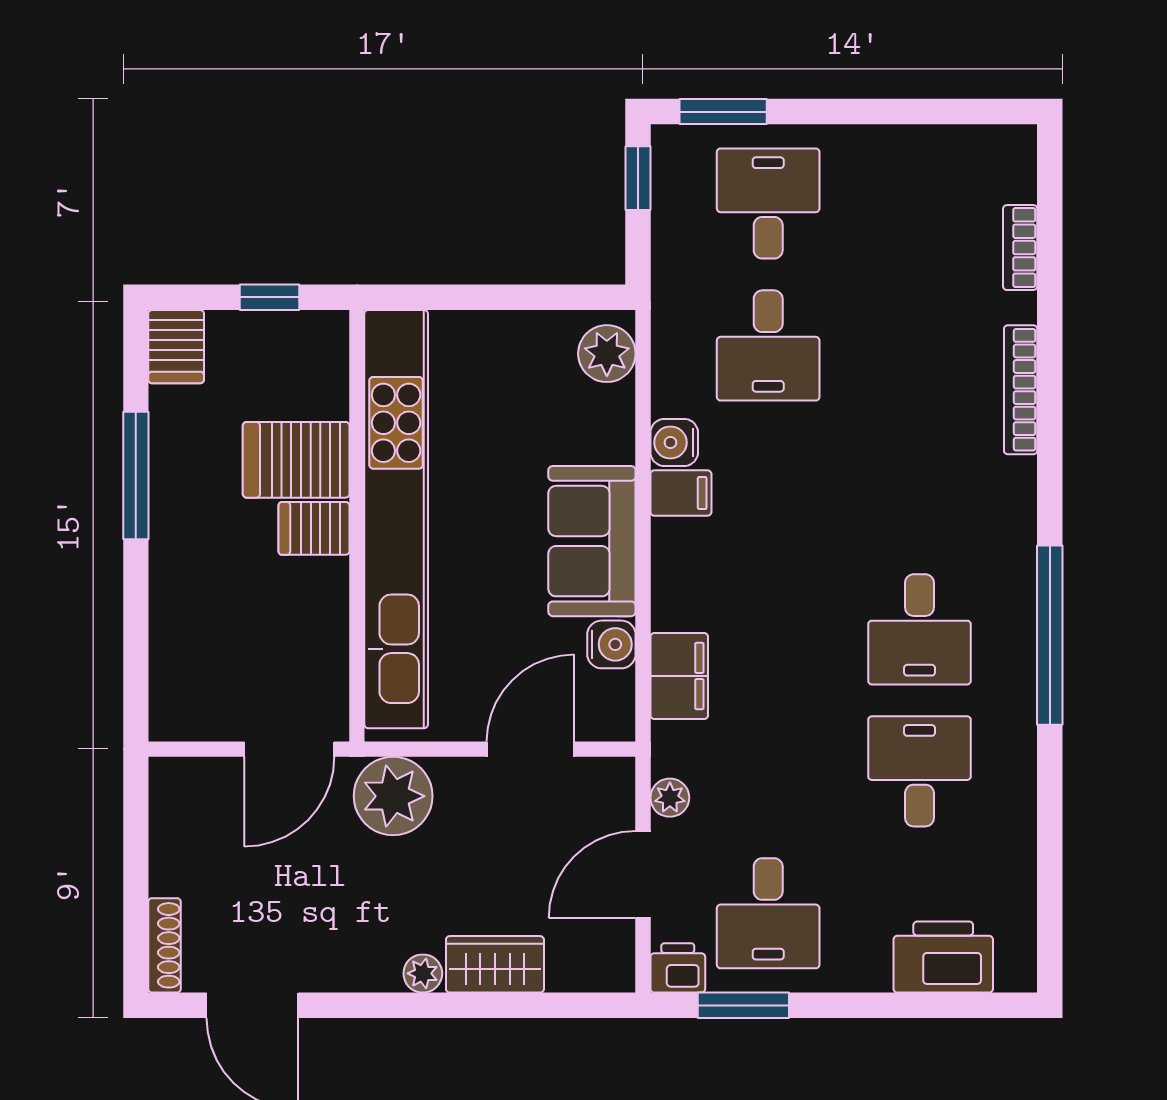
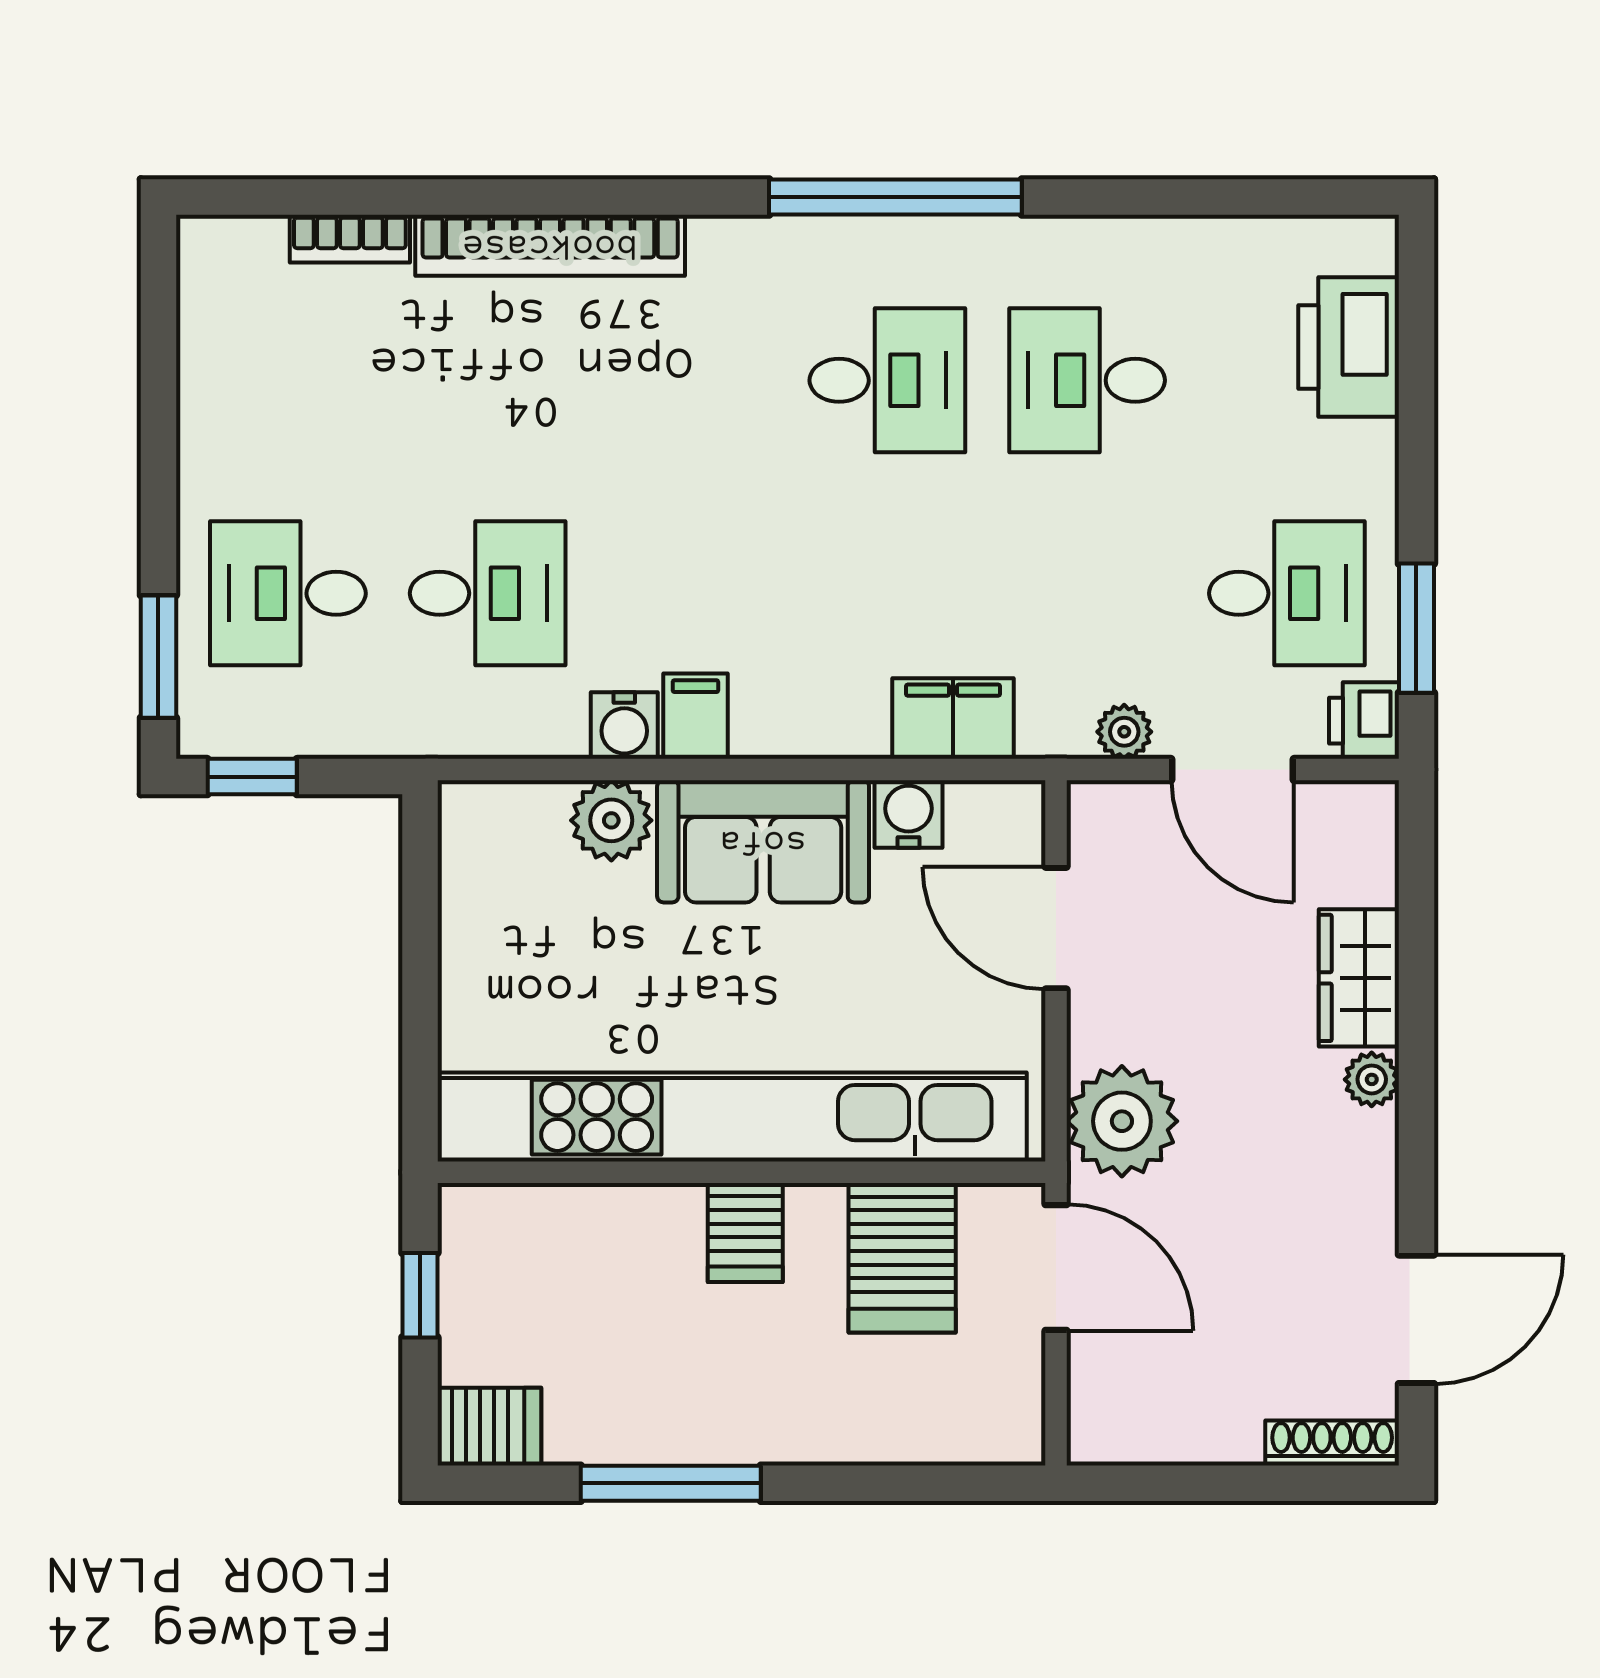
plant: (607, 354) -> (611, 820), moved
bookcase: (1021, 390) -> (550, 245), width x1.48, depth x1.31
server rack: (296, 460) -> (902, 1258), moved

